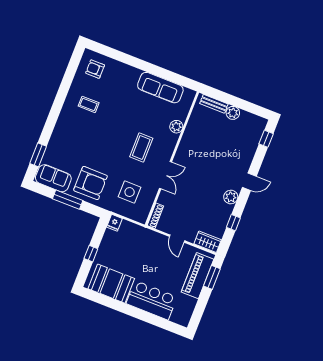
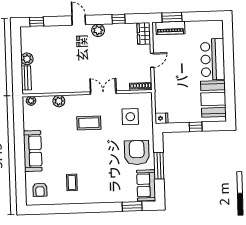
sofa: (160, 88) -> (33, 151), moved
plant: (189, 99) -> (31, 101), added
piano: (197, 276) -> (170, 28), width x0.73, depth x0.75

